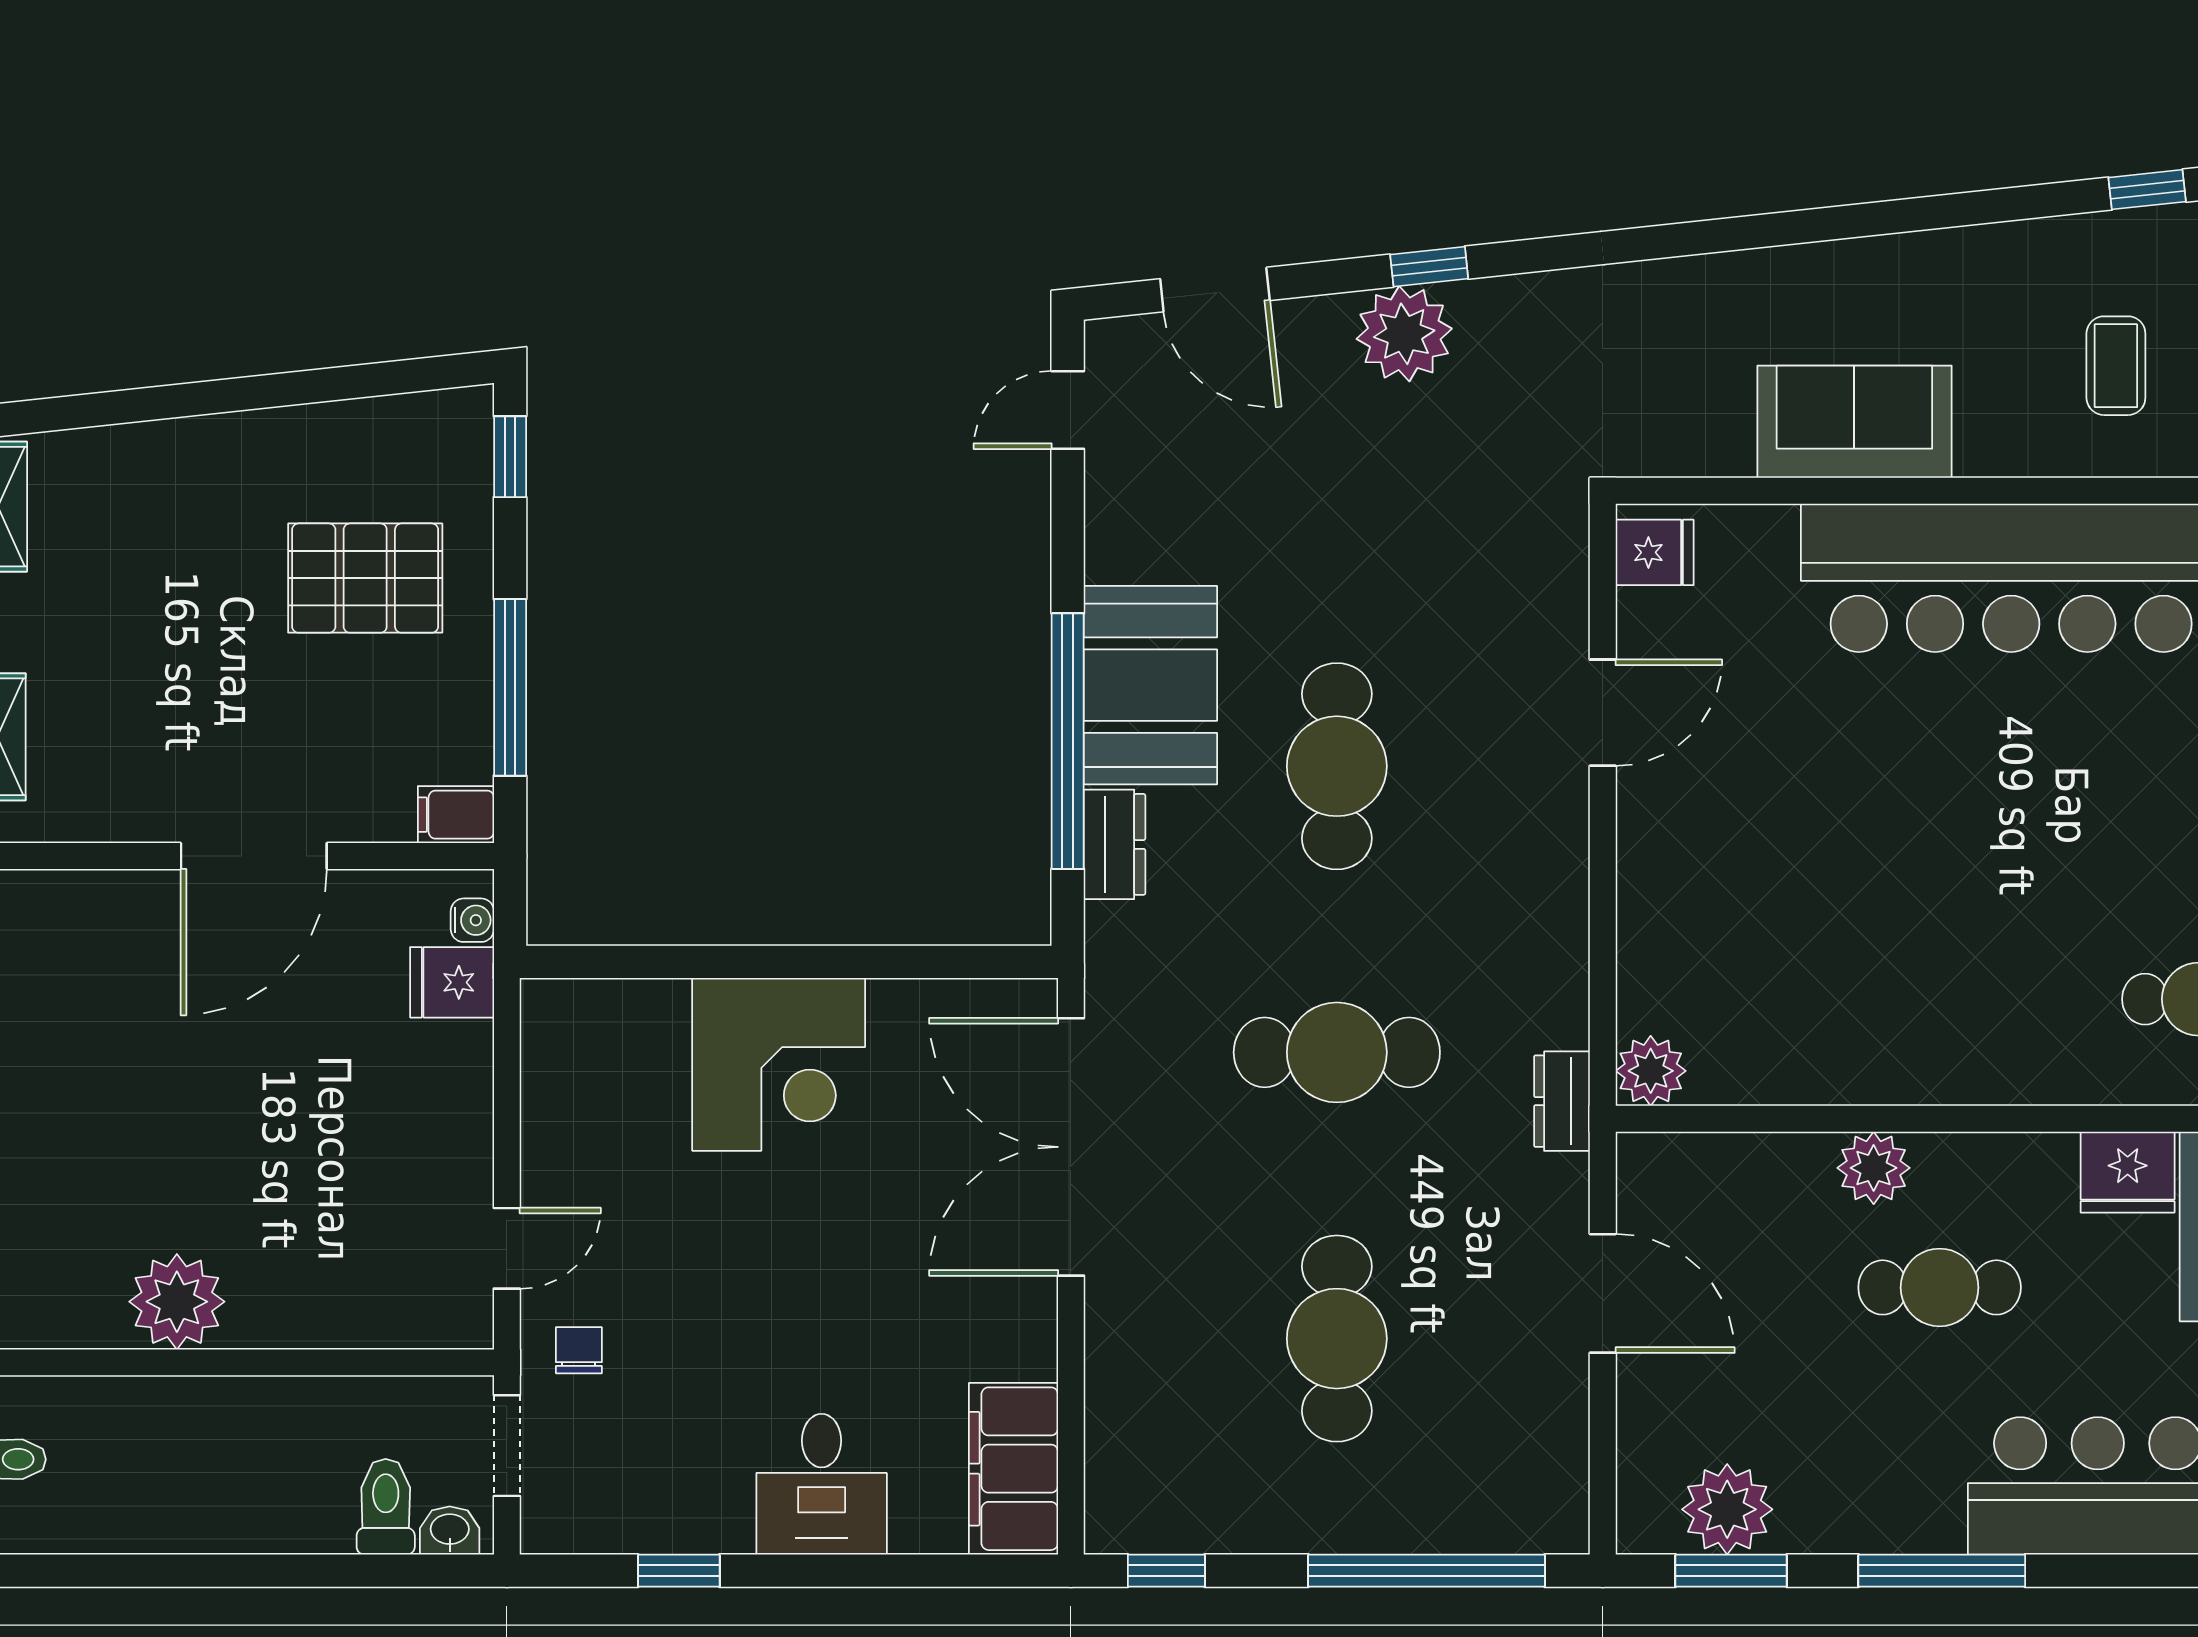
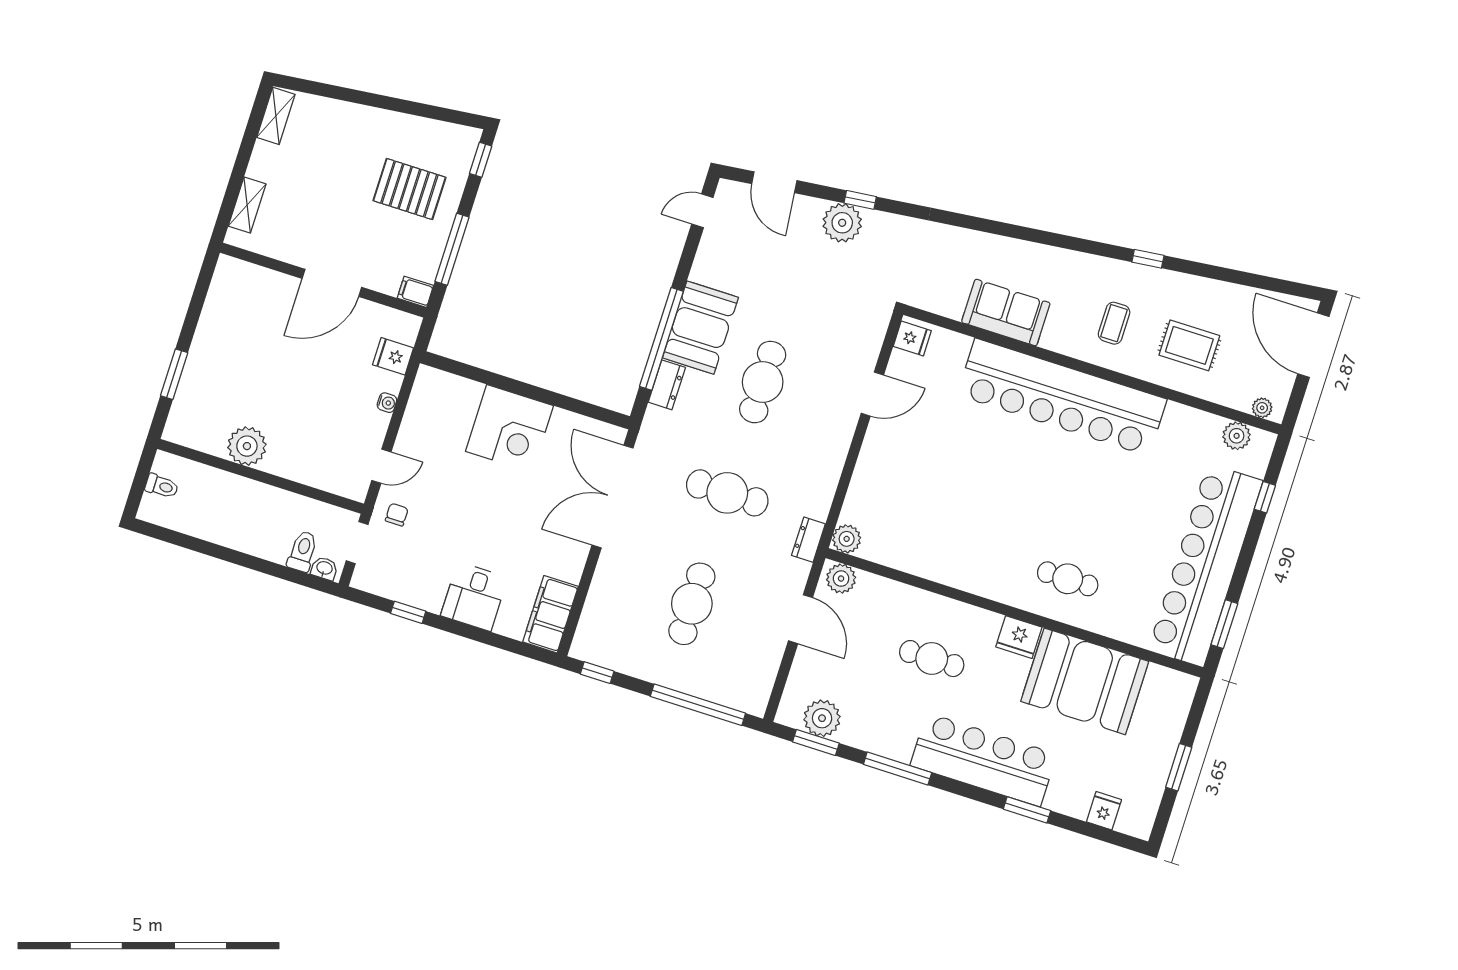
water cooler: (472, 920) -> (387, 403), moved
plant: (1874, 1168) -> (841, 579), moved

